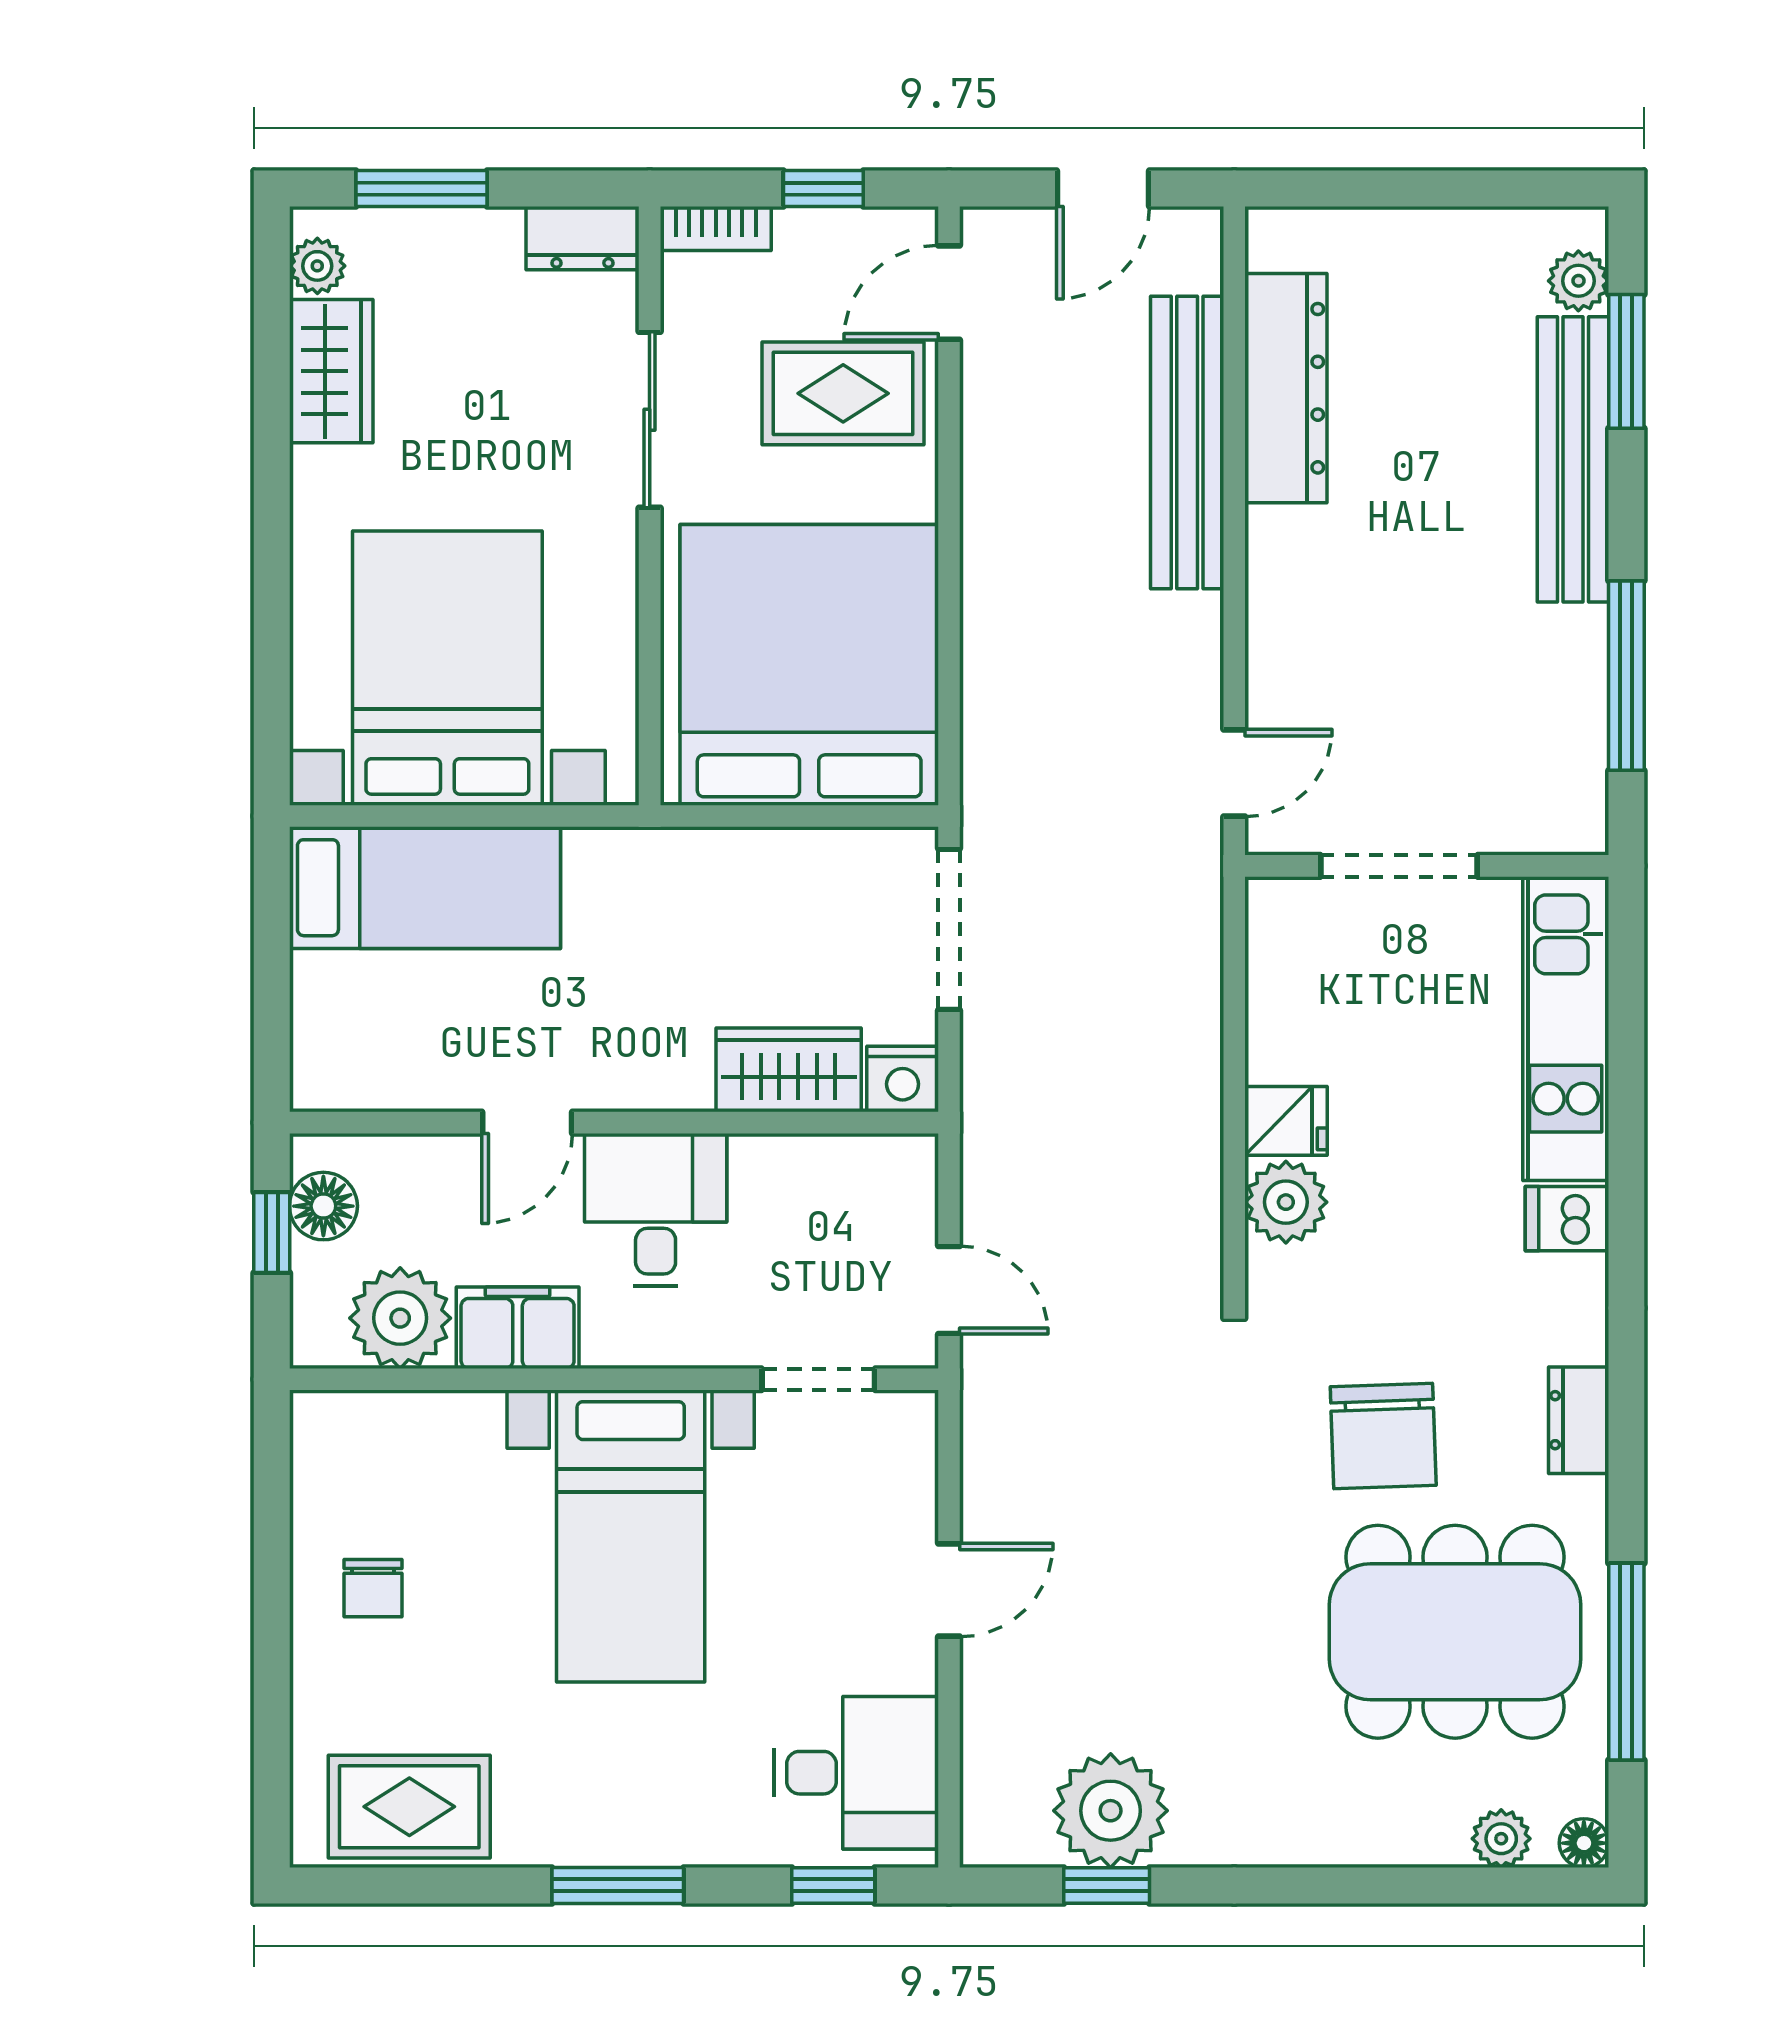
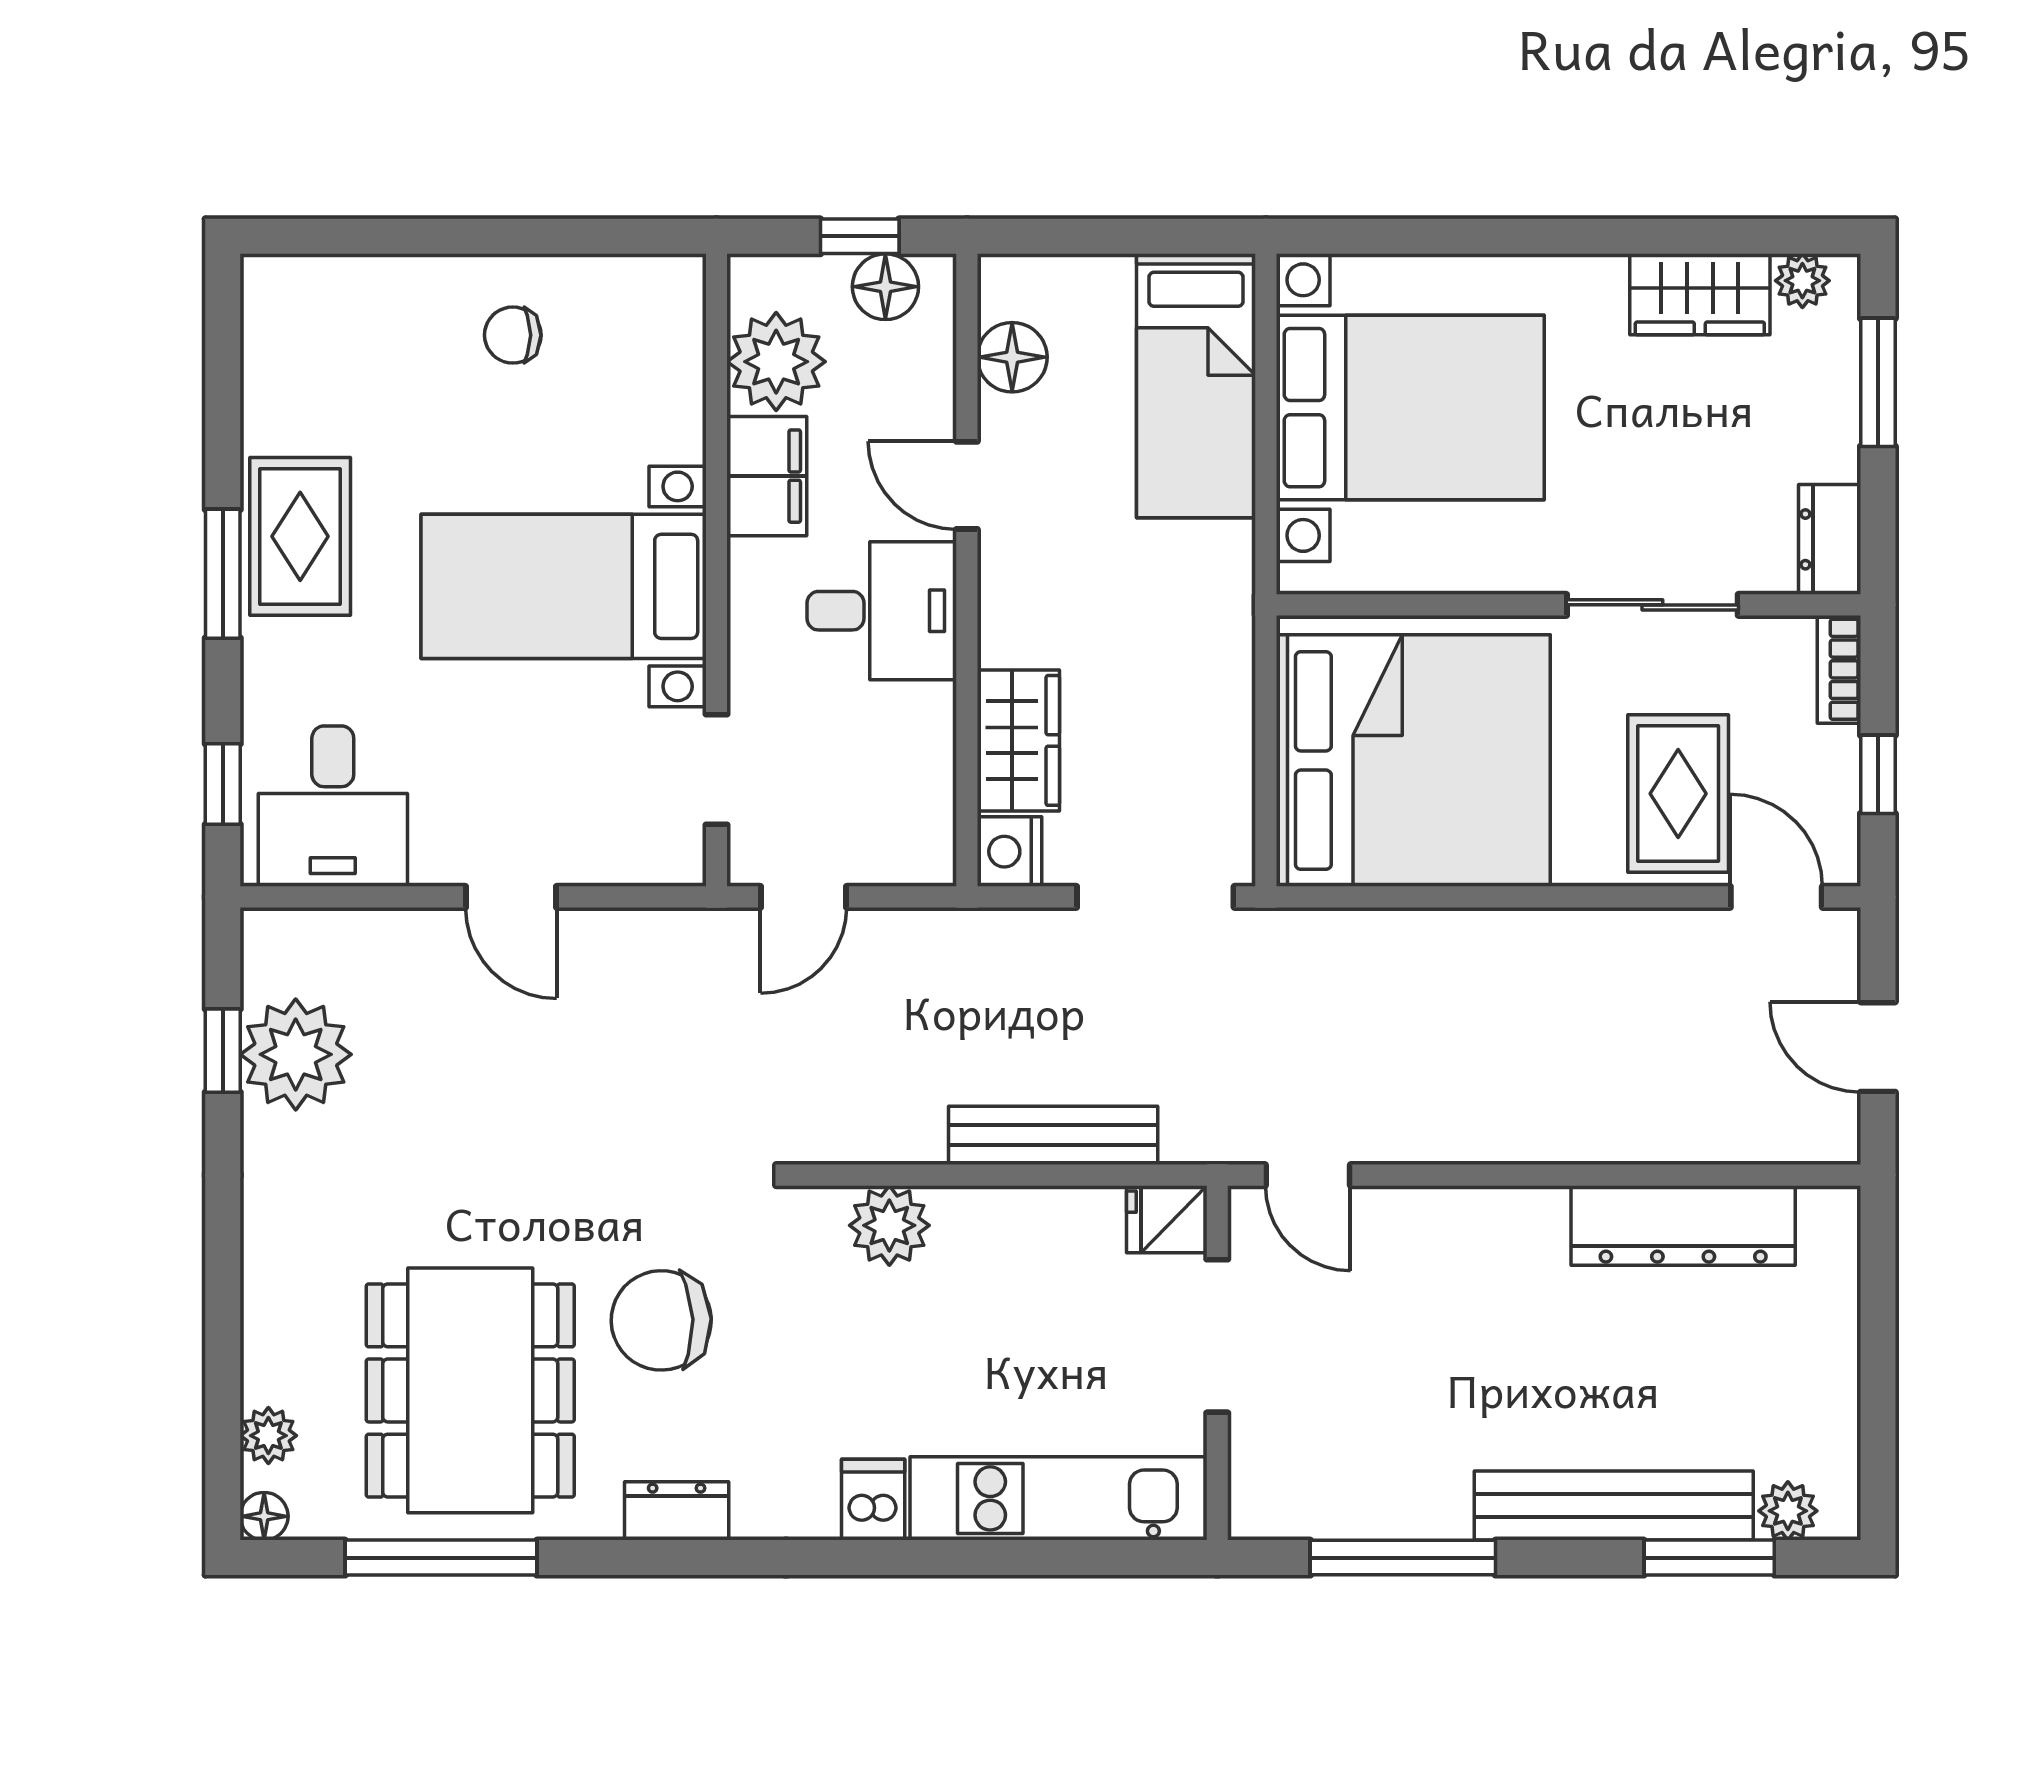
bench: (1187, 442) -> (1053, 1135), moved, width x0.73, depth x0.82
floor lamp: (396, 1076) -> (1012, 357), added
fridge: (1286, 1121) -> (1167, 1219), moved, turned 90
rug: (409, 1807) -> (300, 536), moved

